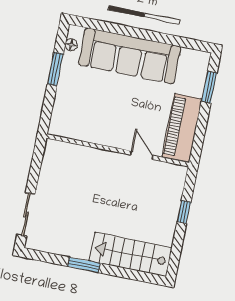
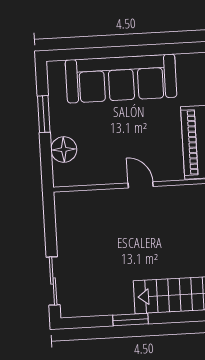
floor lamp: (71, 45) -> (64, 150), moved, width x1.89, depth x1.89
door: (142, 155) -> (141, 185), moved

